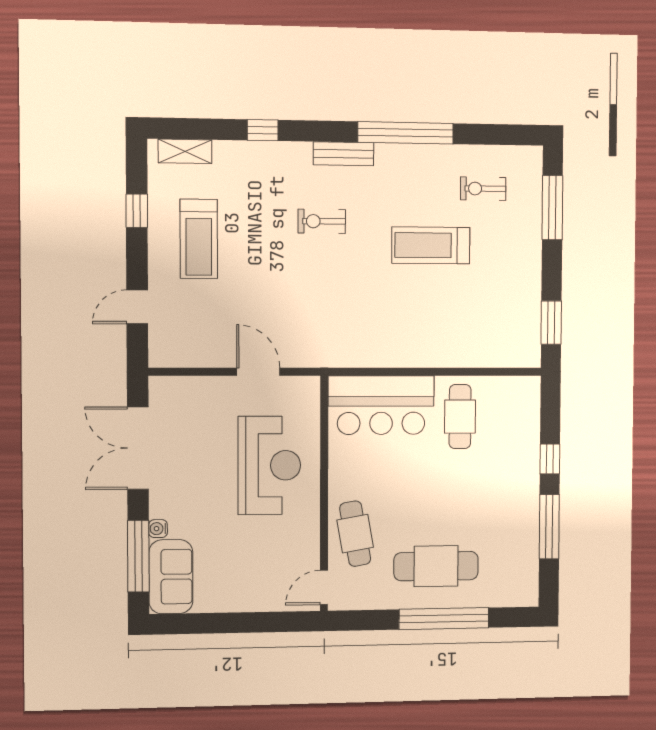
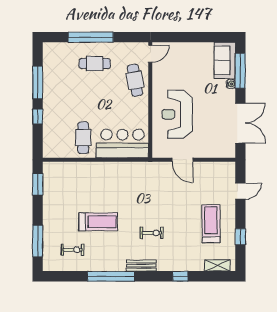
cafe table: (436, 566) -> (95, 63), width x0.73, depth x0.74

